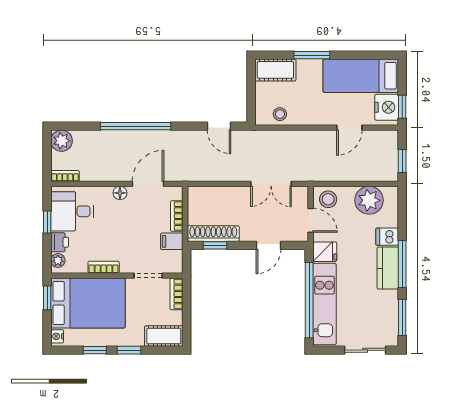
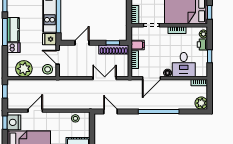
double door: (271, 184) -> (105, 78), moved
desk: (72, 211) -> (184, 65), moved, turned 90

